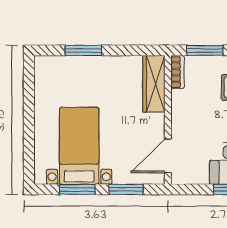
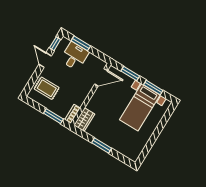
window: (83, 50) -> (102, 146), moved
wardrobe: (154, 84) -> (84, 120), width x0.67

